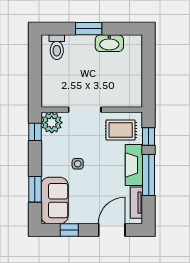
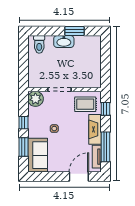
window: (89, 29) -> (74, 31), moved
washbasin: (109, 43) -> (64, 42), moved
window: (35, 132) -> (23, 123), moved
window: (149, 175) -> (105, 147), moved
window: (69, 230) -> (48, 176), removed

